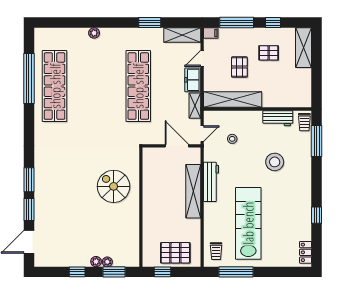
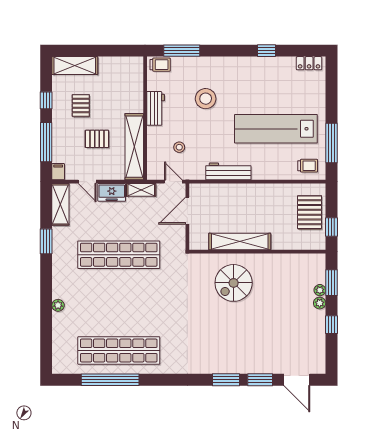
workbench: (278, 118) -> (156, 108), moved
shelving: (193, 191) -> (240, 242), moved

